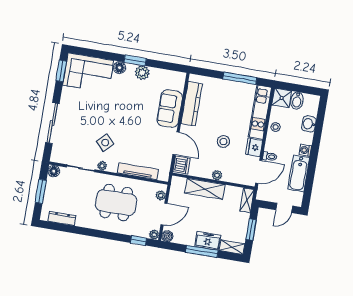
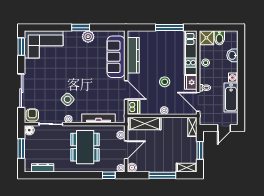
floor lamp: (120, 68) -> (69, 36), removed
sofa: (170, 109) -> (116, 57), width x1.36
armchair: (60, 154) -> (32, 115), added
door: (259, 172) -> (198, 102), swing flipped
shelving: (205, 189) -> (145, 123), moved
dining table: (116, 203) -> (85, 147), turned 90
freezer: (208, 241) -> (166, 166), removed

